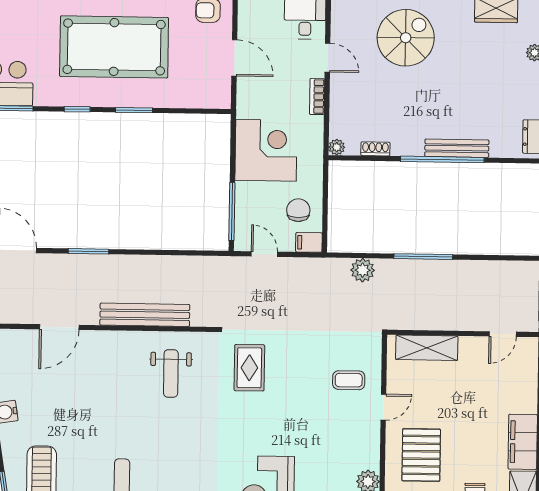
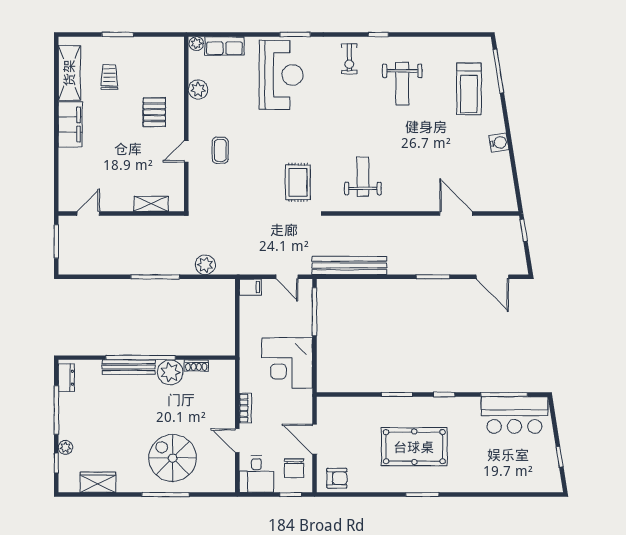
spiral stairs: (406, 38) -> (173, 458), turned 90
pool table: (114, 47) -> (414, 447), width x0.73, depth x0.76
plant: (337, 147) -> (170, 372), moved, width x1.87, depth x1.87
chair: (298, 210) -> (294, 468), moved
bench: (145, 315) -> (349, 265), moved
door: (59, 327) -> (456, 214), hinge flipped
shelving: (427, 348) -> (151, 204), width x0.67, depth x0.75
coffee table: (349, 380) -> (220, 150), moved, turned 90
pallet: (421, 455) -> (154, 112), width x0.67, depth x0.71

